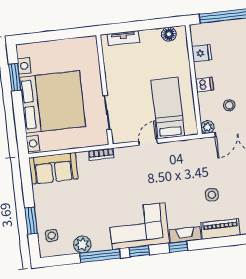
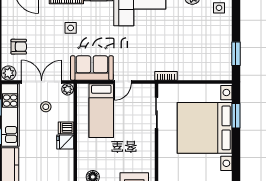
fridge: (202, 53) -> (65, 142), moved
window: (15, 77) -> (236, 116), moved
sofa: (53, 168) -> (92, 68), moved
window: (31, 221) -> (236, 54), moved

